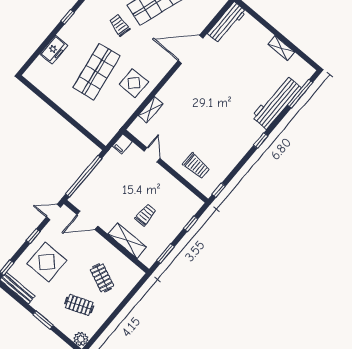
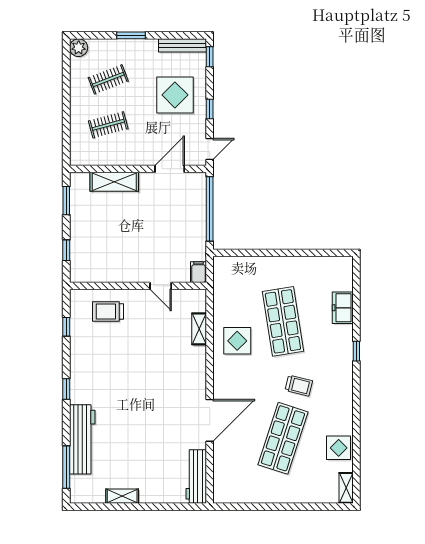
window: (219, 190) -> (66, 327), moved
trolley: (145, 215) -> (118, 222), removed
clothes rail: (102, 278) -> (108, 125), turned -39

